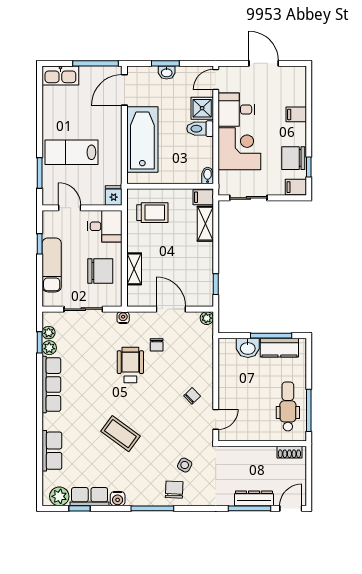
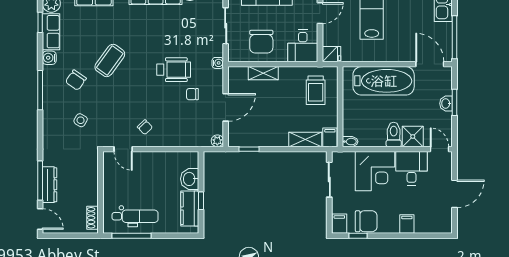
chair: (293, 158) -> (366, 221), turned 90
window: (271, 336) -> (201, 201), width x0.46
chair: (174, 490) -> (76, 80), moved, turned 123

